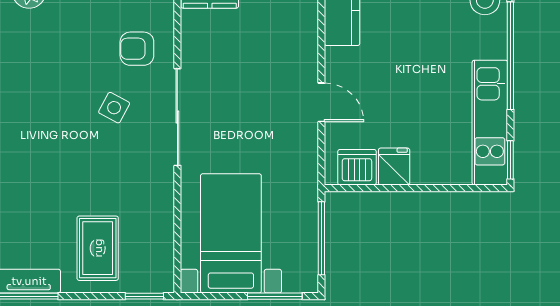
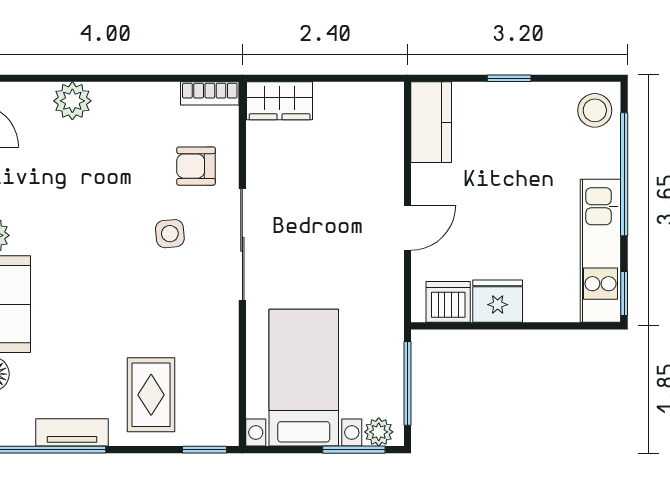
door: (321, 102) -> (407, 228), hinge flipped
side table: (114, 108) -> (170, 234), turned -33
fridge: (394, 167) -> (498, 301), width x1.38
plant: (296, 281) -> (379, 432), added

